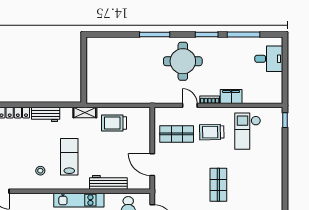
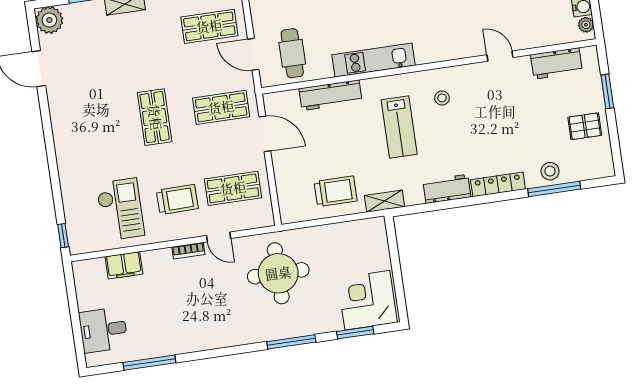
window: (207, 35) -> (355, 333), moved
corner desk: (104, 53) -> (367, 300), added
round table: (183, 61) -> (278, 273), moved
filing cabinet: (231, 97) -> (124, 265), moved
shop shelf: (177, 185) -> (221, 107), added

